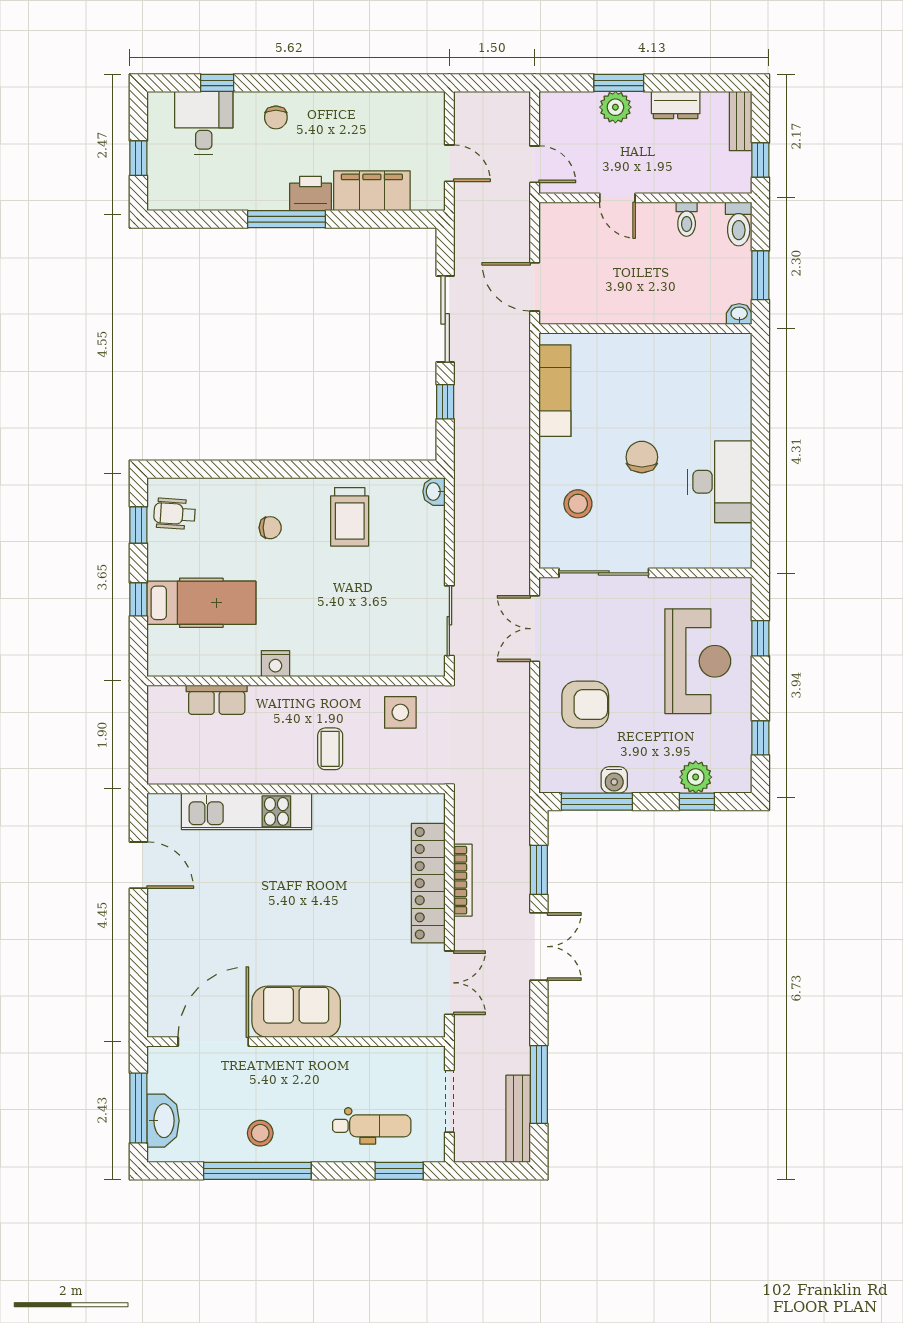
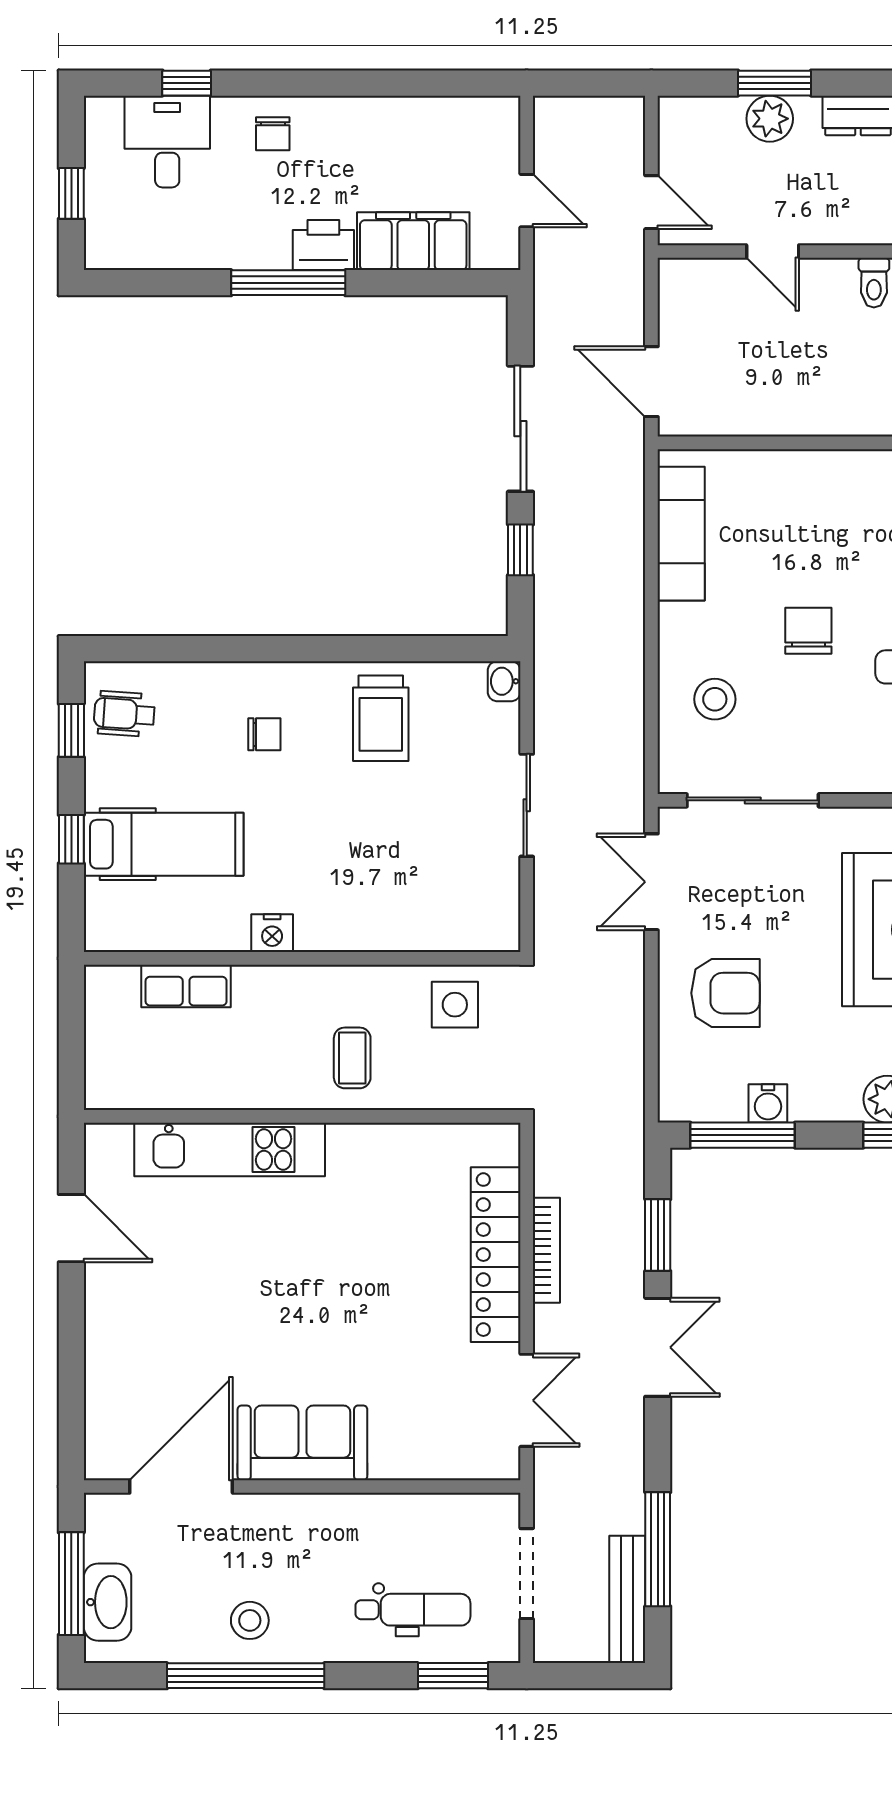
sliding door: (449, 621) -> (527, 805), moved

